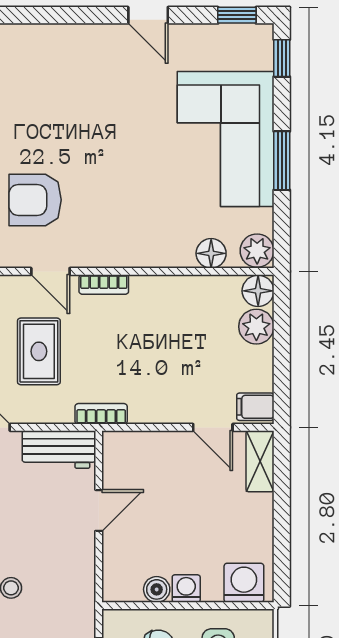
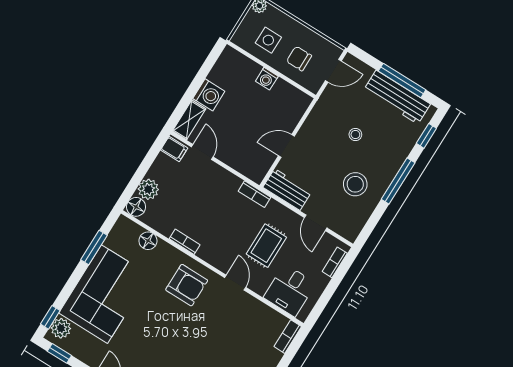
window: (282, 161) -> (94, 247), moved
armchair: (35, 200) -> (187, 285), moved
plant: (257, 251) -> (61, 328), moved
bookcase: (104, 284) -> (185, 242), moved
washing machine: (244, 583) -> (209, 95), moved, turned -90
boiler: (157, 589) -> (282, 88), removed

